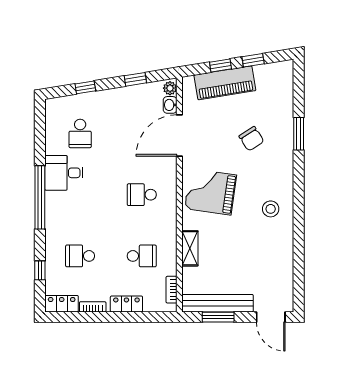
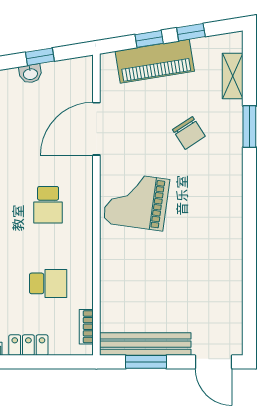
plant: (170, 88) -> (84, 68), removed
washbasin: (170, 105) -> (30, 74), moved, turned -99
school desk: (142, 195) -> (48, 205), turned -90
stool: (271, 209) -> (213, 223), removed
shelving: (190, 248) -> (233, 76), moved

